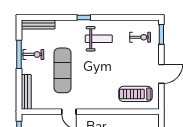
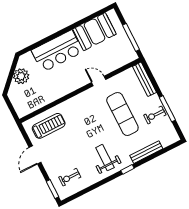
bench: (38, 24) -> (146, 152), moved
weight bench: (99, 39) -> (105, 158), turned 90

